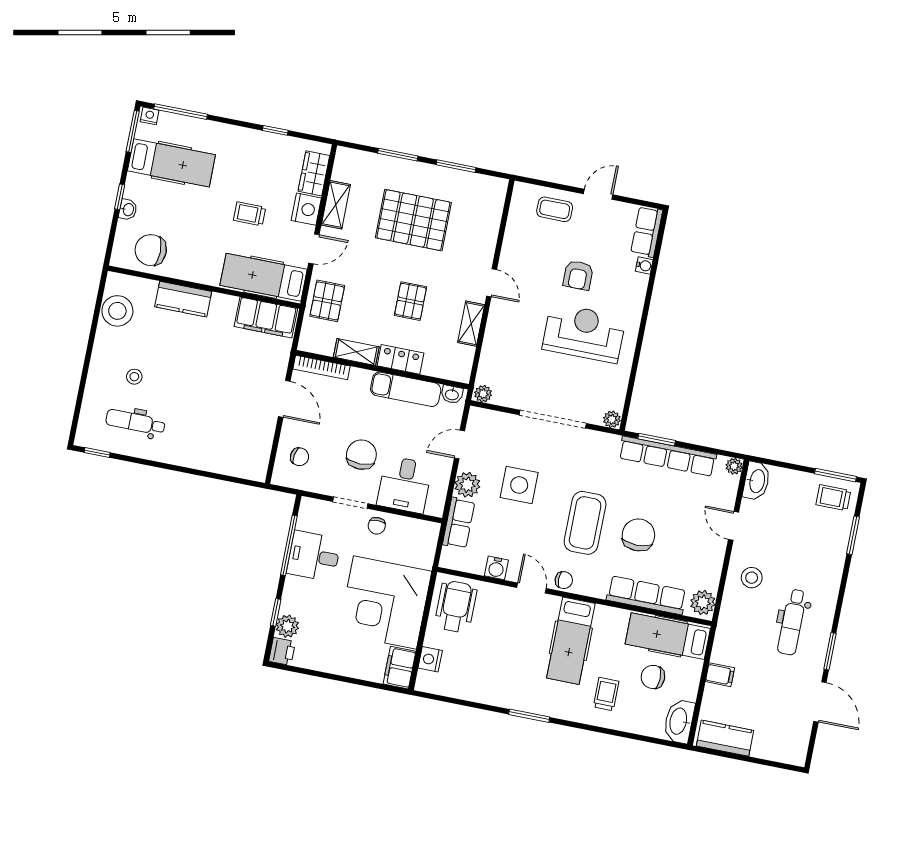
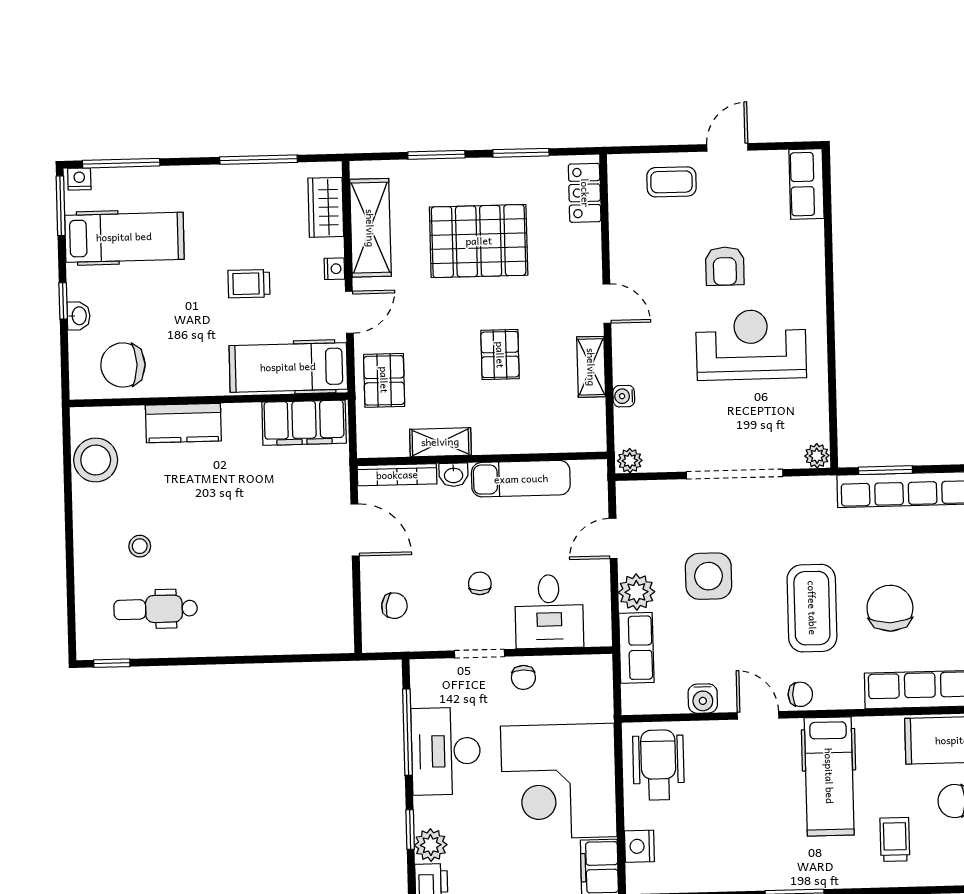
window: (275, 130) -> (259, 160), width x2.17
shelving: (336, 205) -> (370, 228), width x1.50, depth x1.33
nightstand: (306, 209) -> (334, 269), width x0.53, depth x0.56
water cooler: (644, 266) -> (624, 396), moved, turned 180
locker: (401, 359) -> (585, 193), moved, turned -90
washbasin: (452, 394) -> (454, 475), moved
chair: (361, 455) -> (480, 583), width x0.54, depth x0.54
desk: (314, 556) -> (446, 751), width x1.37

